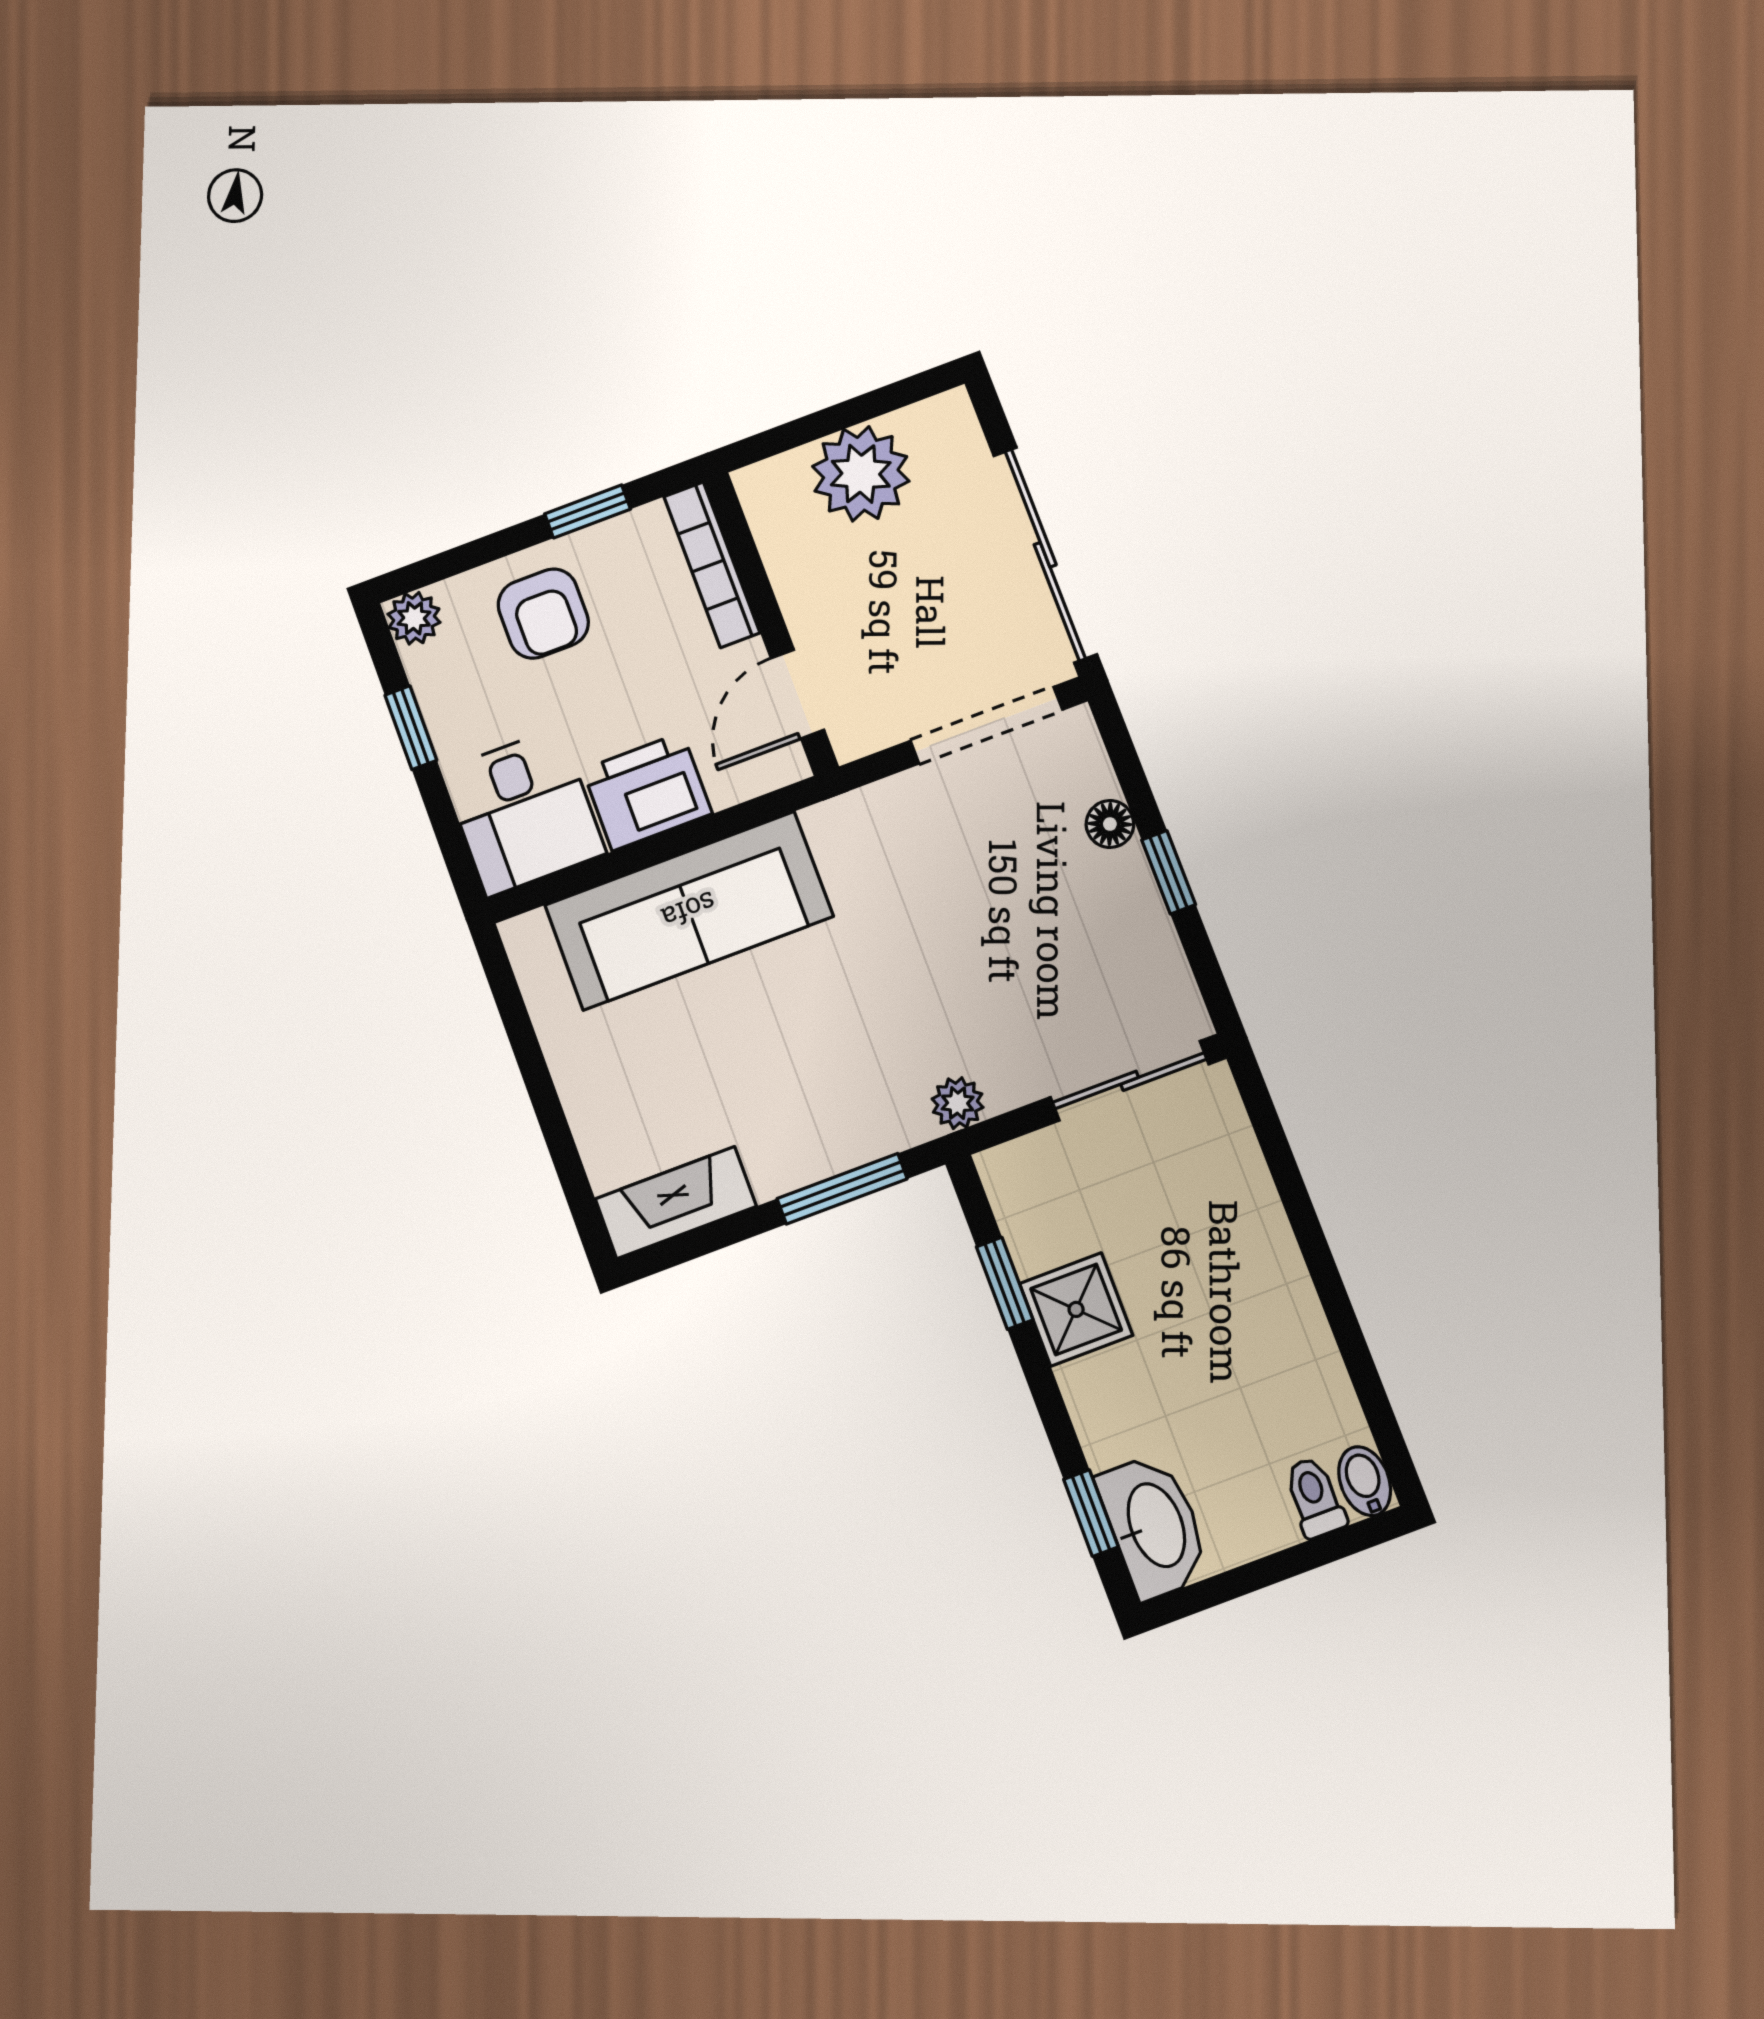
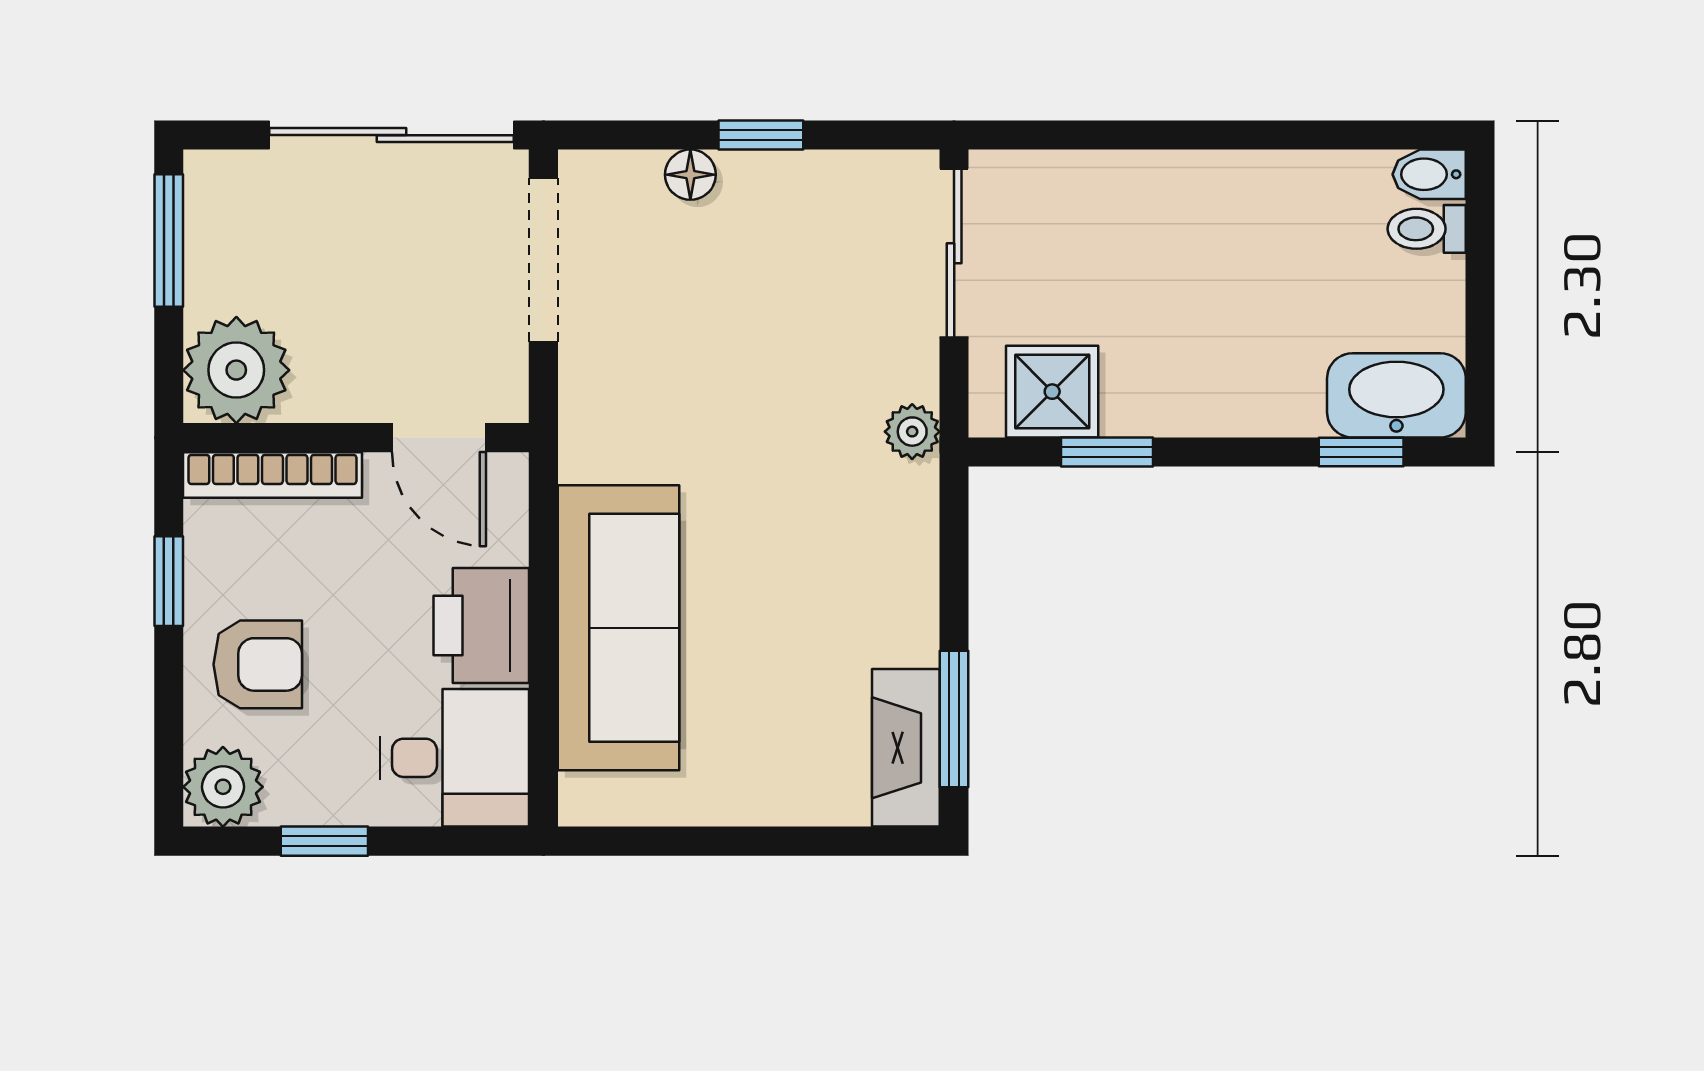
window: (881, 401) -> (169, 241), added
plant: (861, 474) -> (236, 370), moved
plant: (414, 618) -> (223, 787), width x1.38, depth x1.38
window: (842, 1189) -> (954, 719), moved
shower: (1076, 1309) -> (1052, 392), moved

